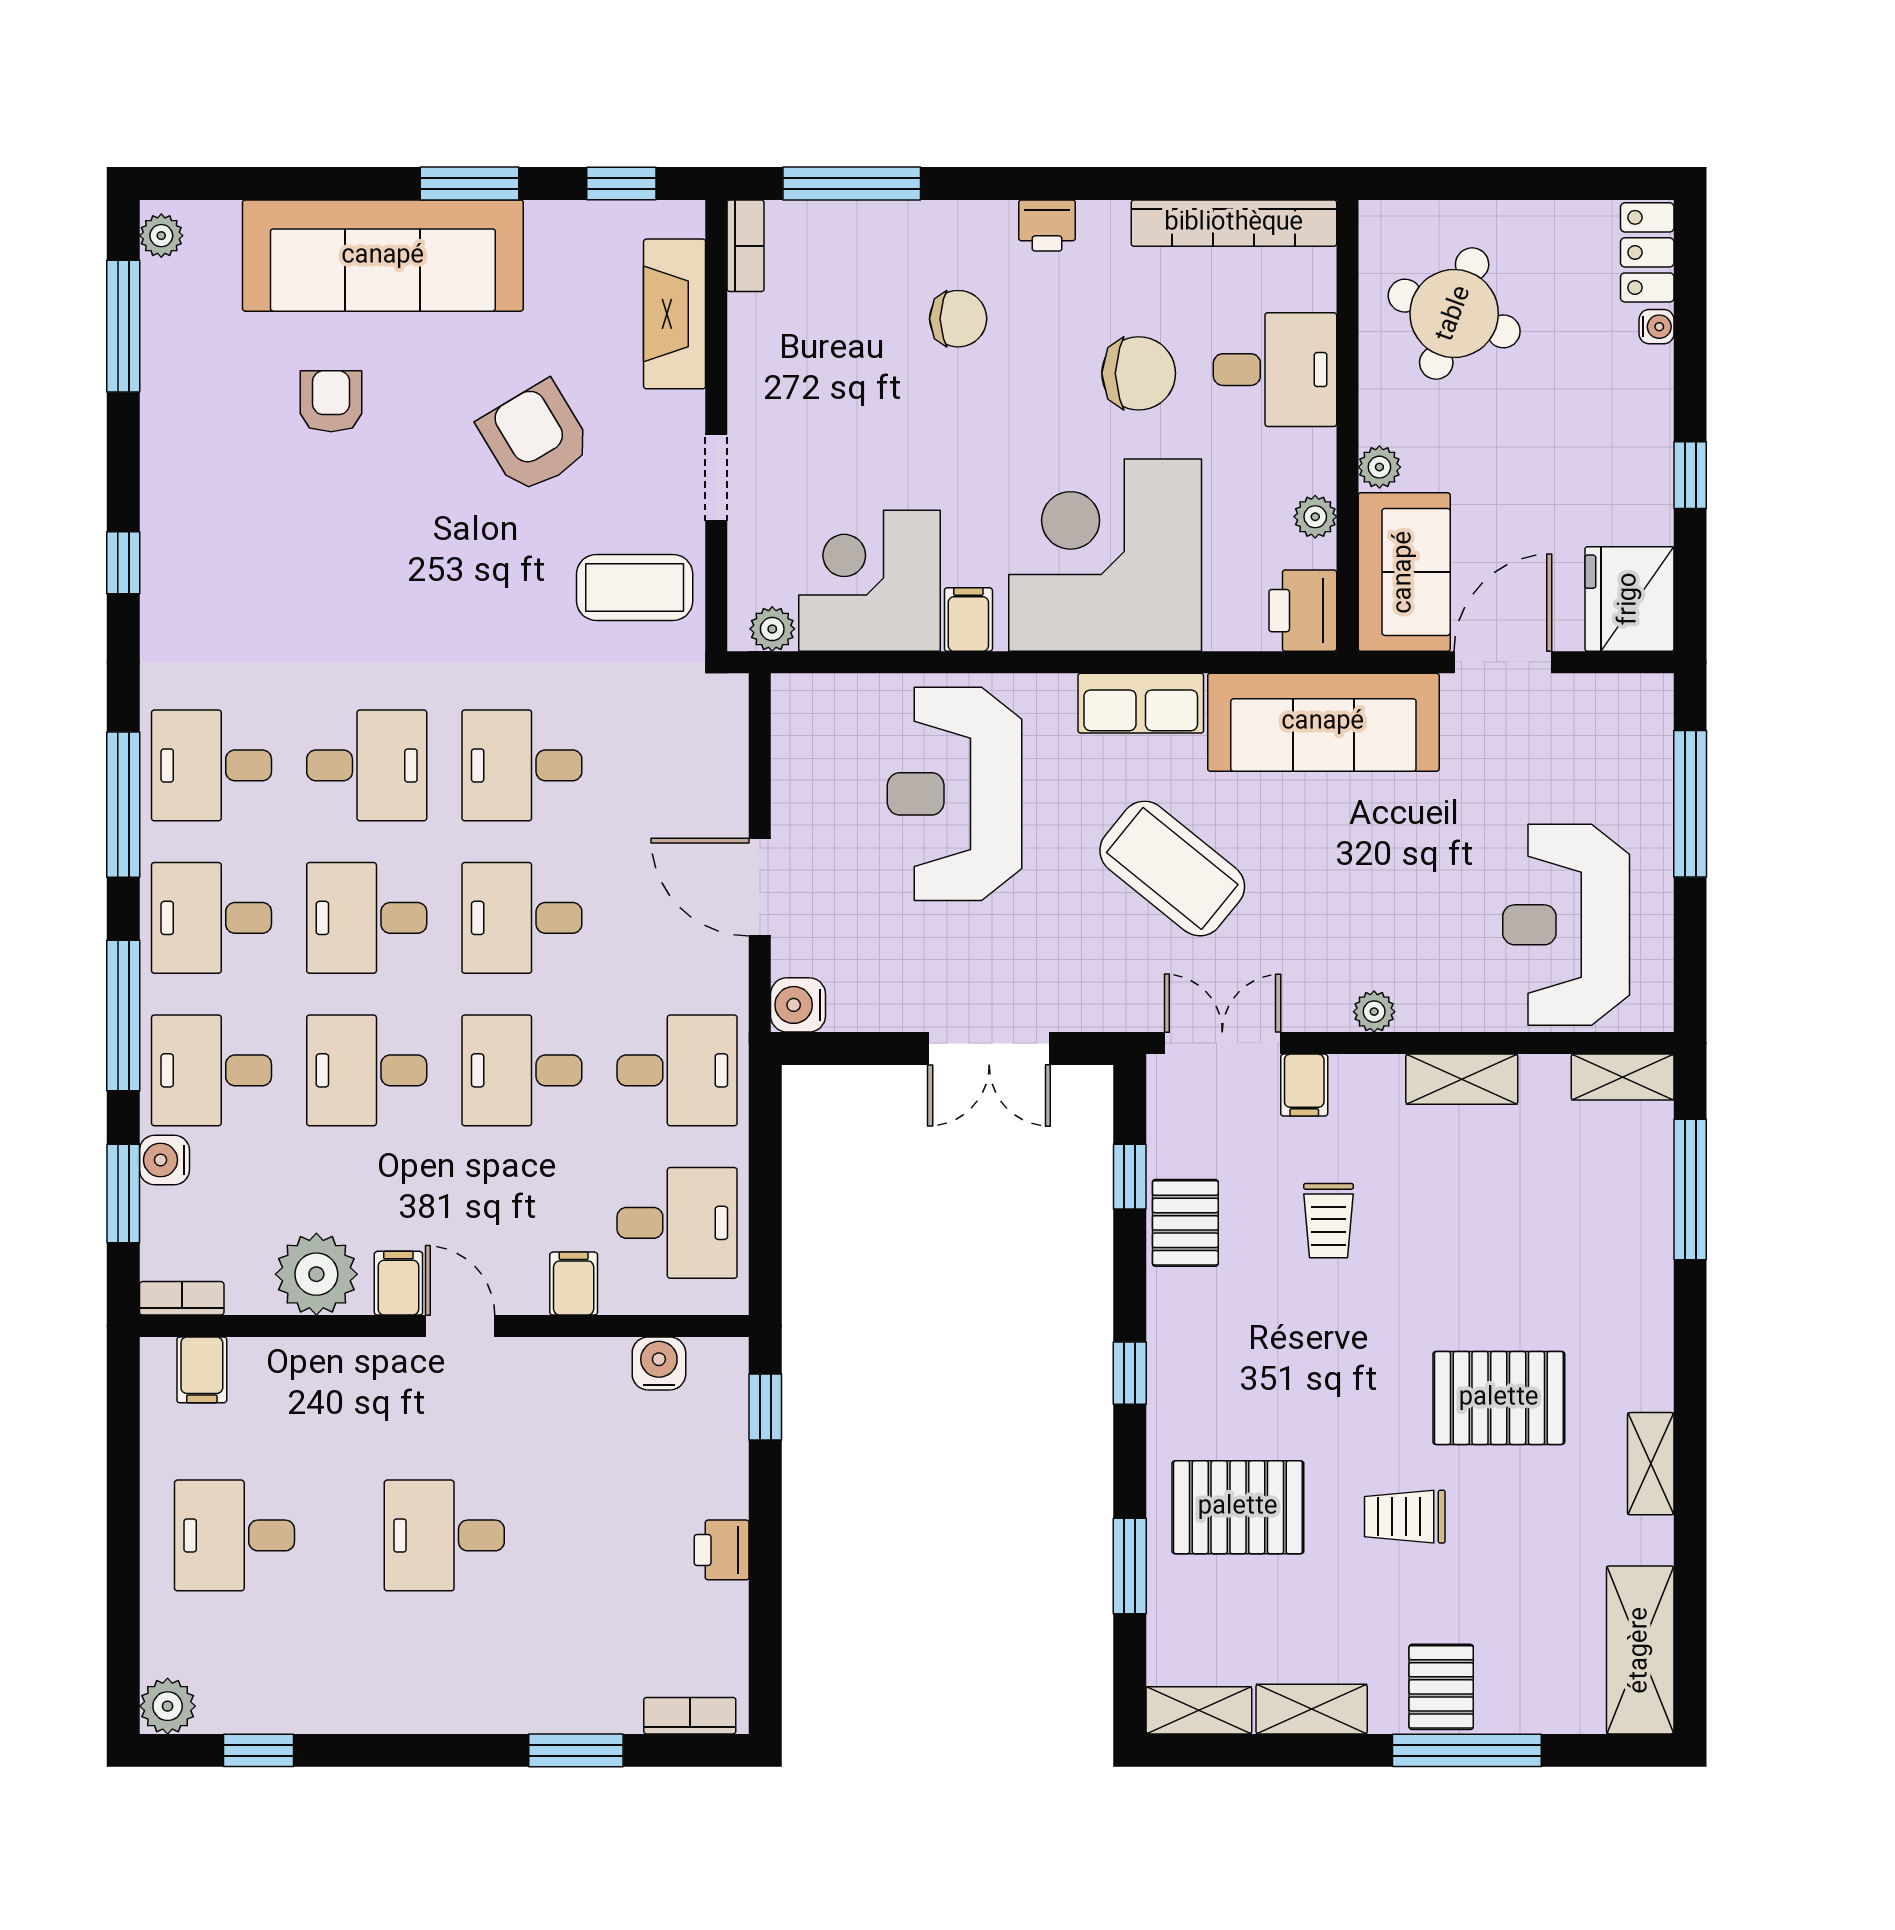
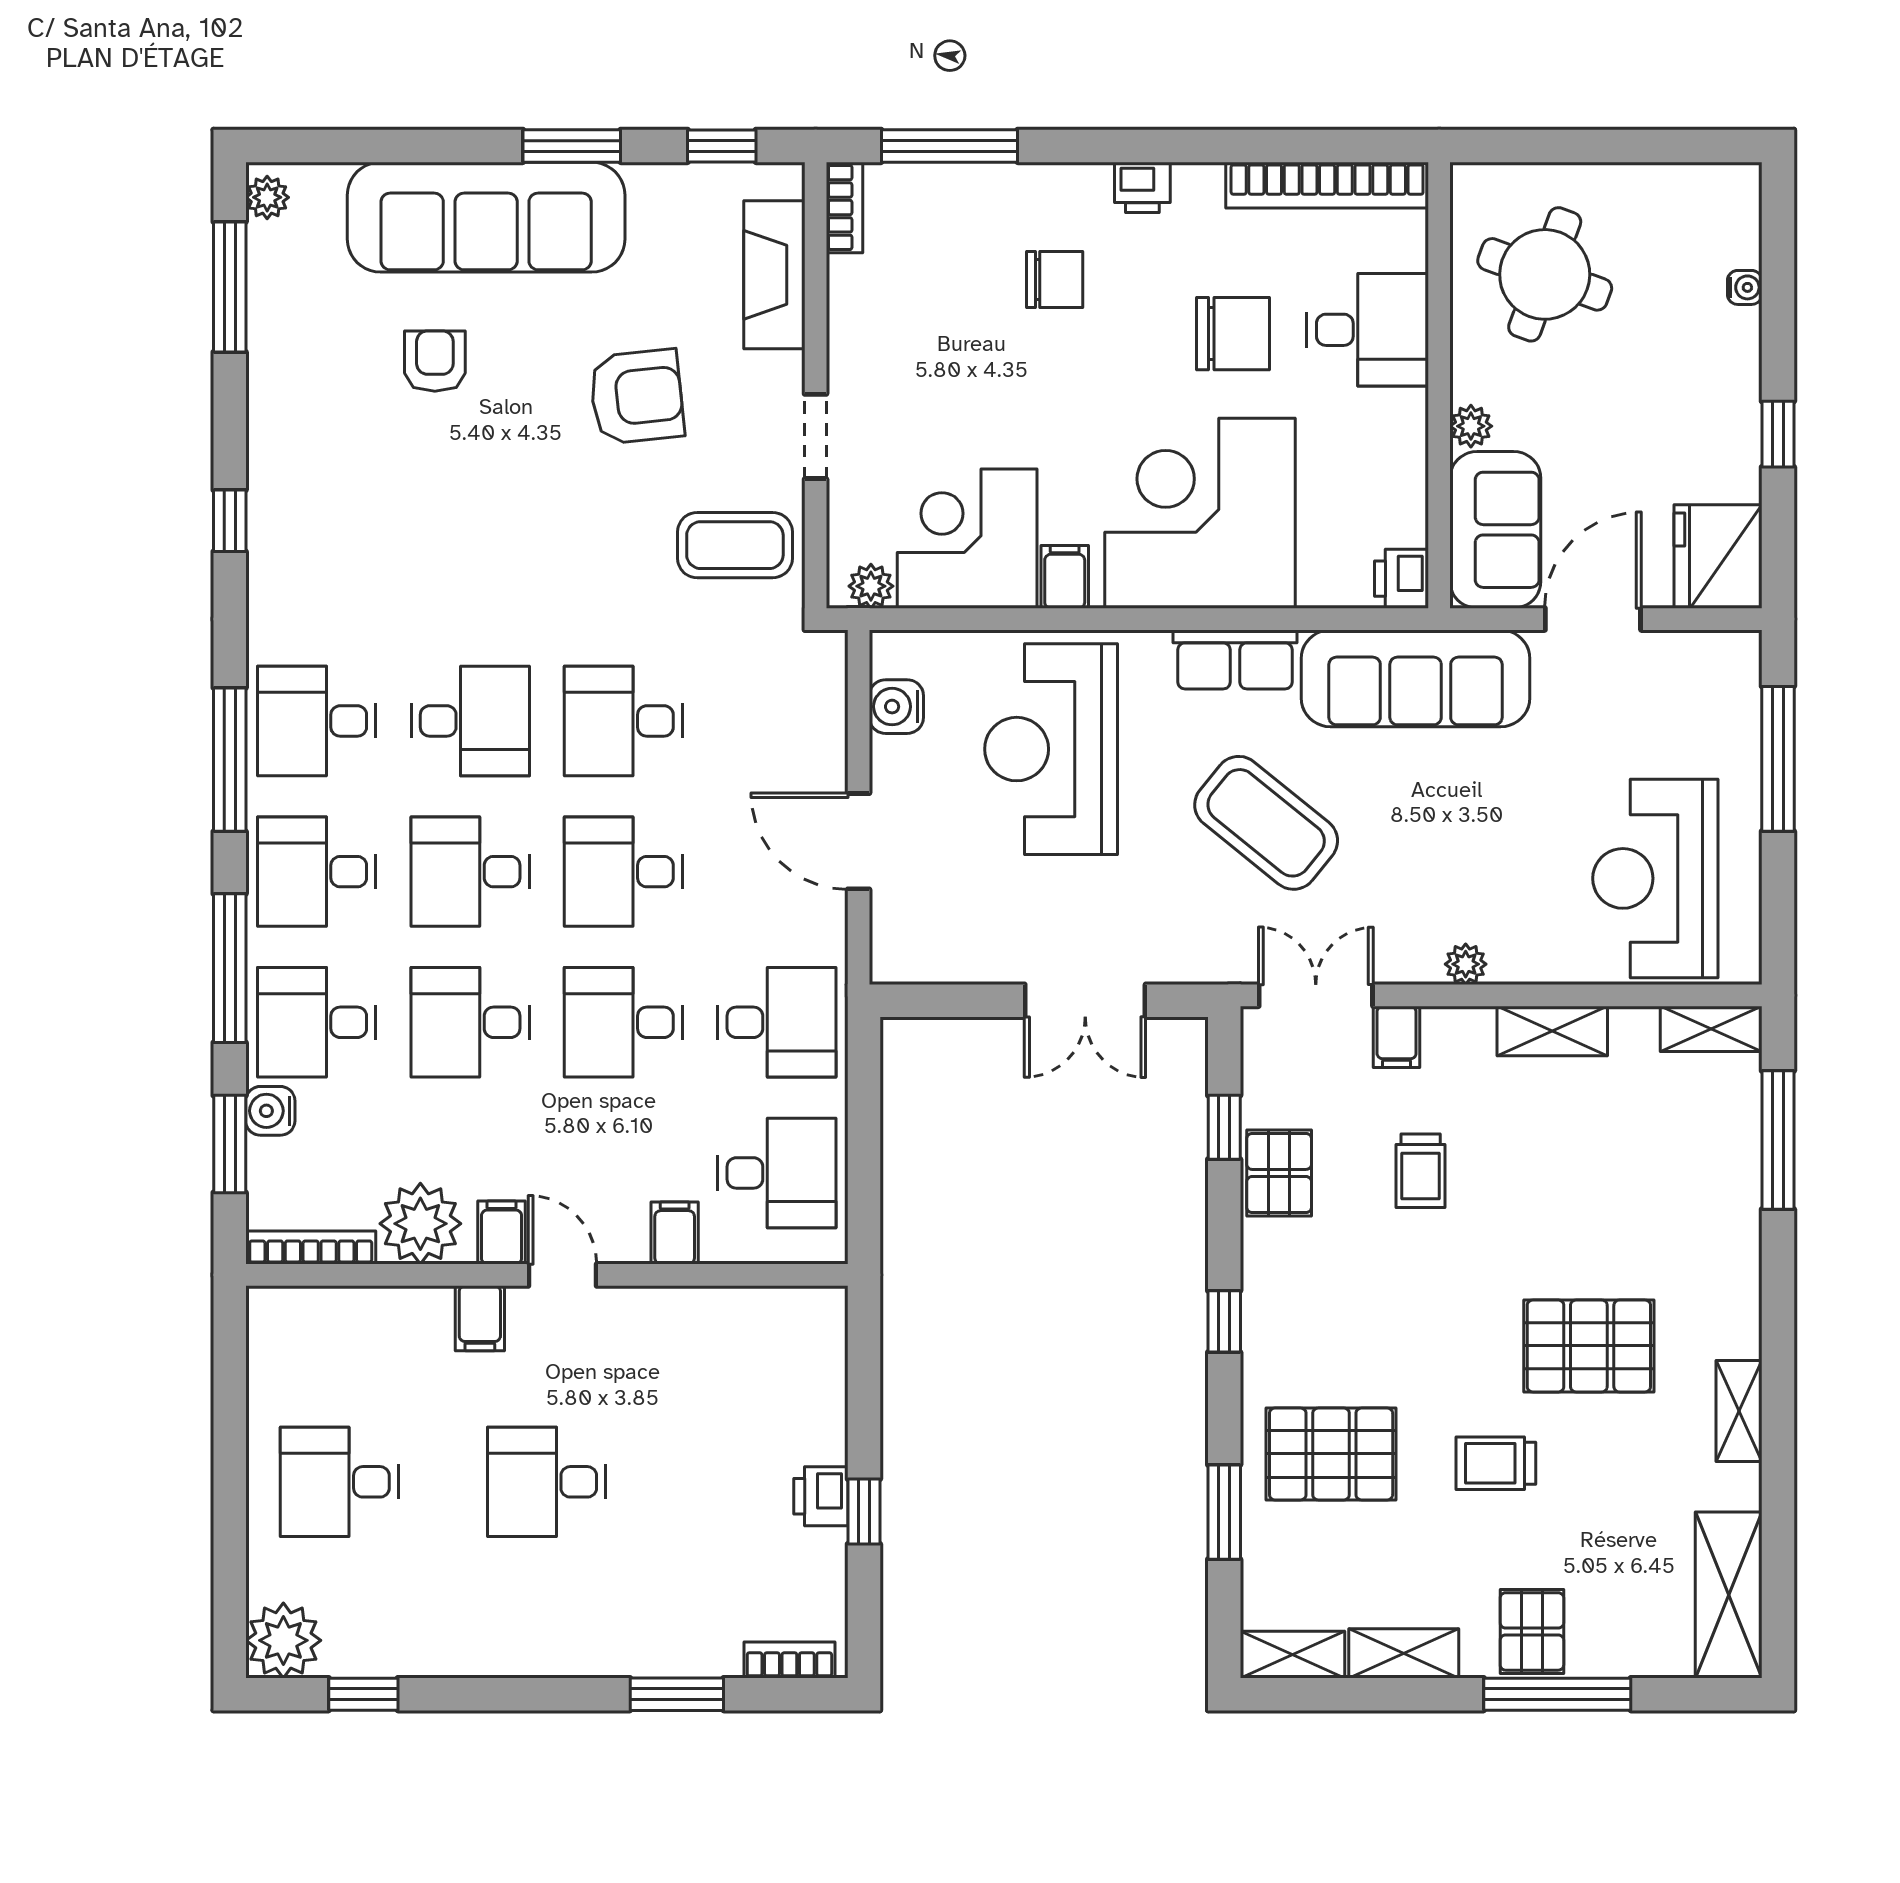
locker: (1647, 252) -> (1736, 214), removed
armchair: (535, 437) -> (637, 397), turned 115
plant: (1315, 517) -> (1407, 475), removed
printer: (1303, 611) -> (1402, 579), width x0.73, depth x0.81
water cooler: (798, 1005) -> (896, 707), moved
bookcase: (182, 1298) -> (311, 1248), width x1.56
water cooler: (659, 1363) -> (759, 1312), removed
filing cabinet: (202, 1370) -> (480, 1318), moved
window: (765, 1407) -> (864, 1512), moved
plant: (168, 1706) -> (283, 1640), width x1.36, depth x1.36

